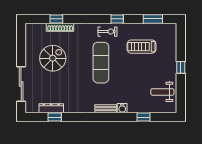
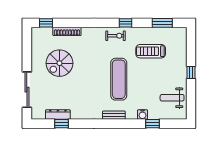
window: (56, 19) -> (46, 23), moved
spiral stairs: (53, 58) -> (59, 63), turned 180
exercise mat: (101, 63) -> (119, 79), moved
water cooler: (122, 108) -> (142, 115), moved

